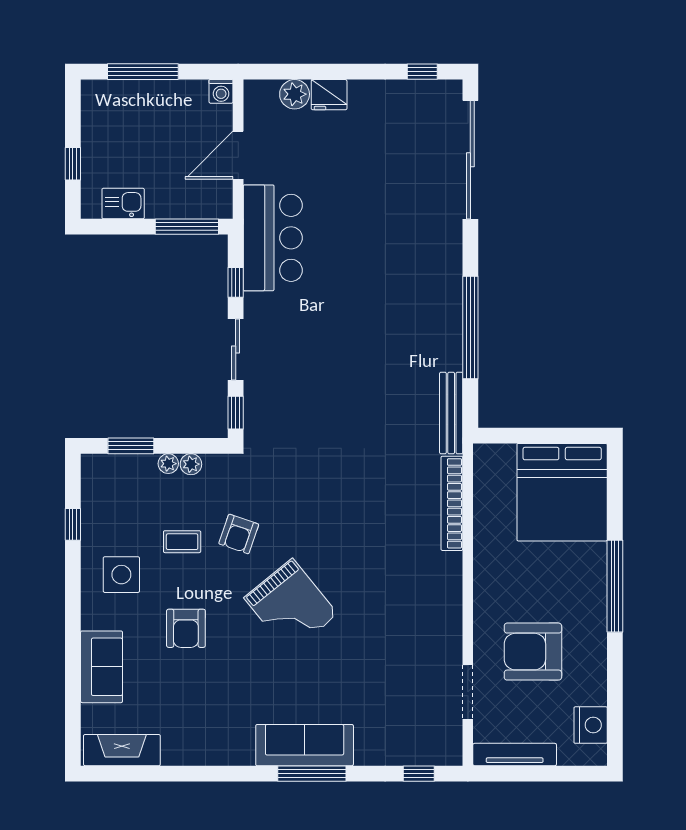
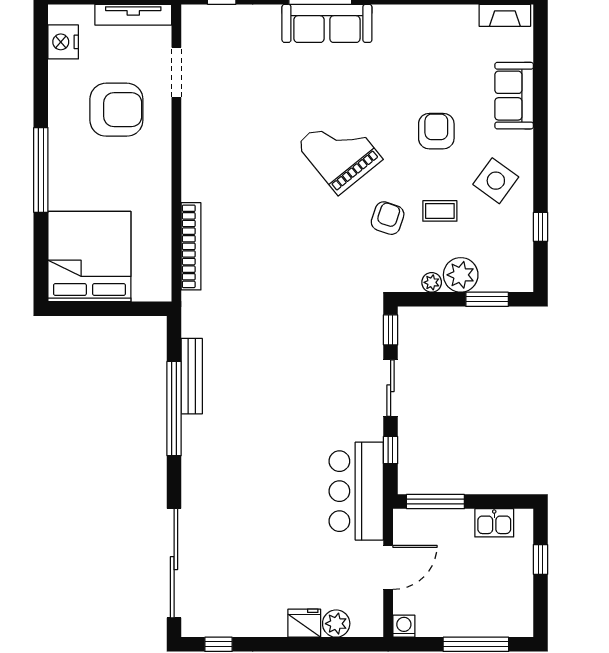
bench: (451, 413) -> (192, 376), moved
plant: (168, 464) -> (461, 275), width x1.88, depth x1.88
side table: (121, 575) -> (496, 181), turned 36
fireplace: (122, 750) -> (505, 15), width x0.73, depth x0.76

